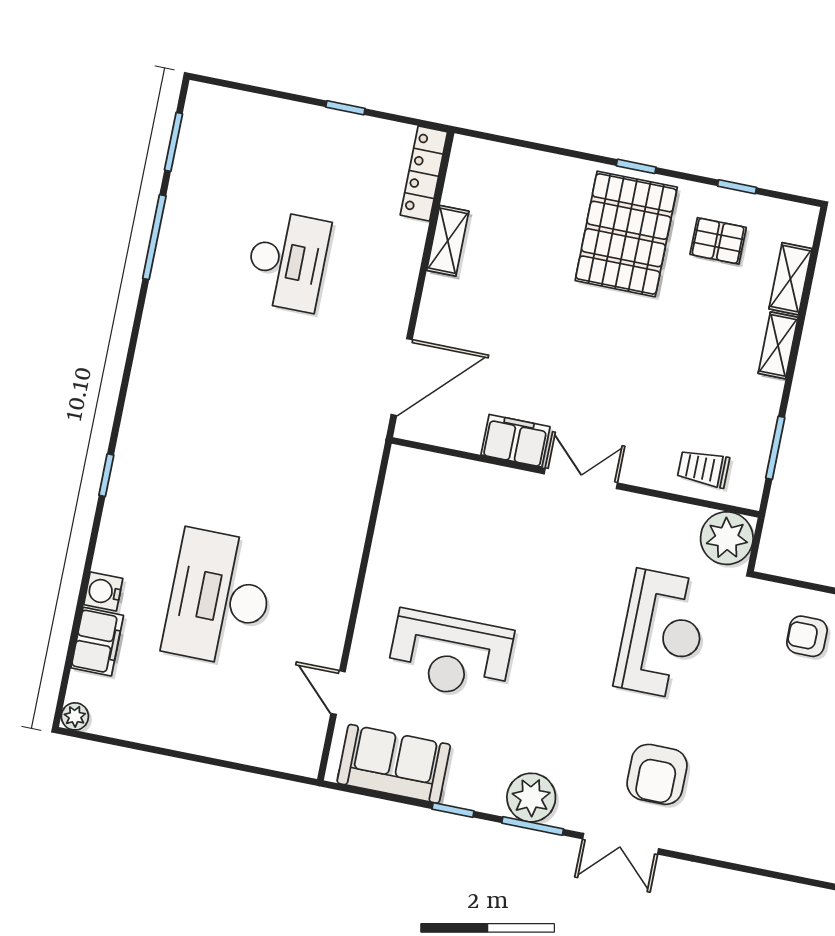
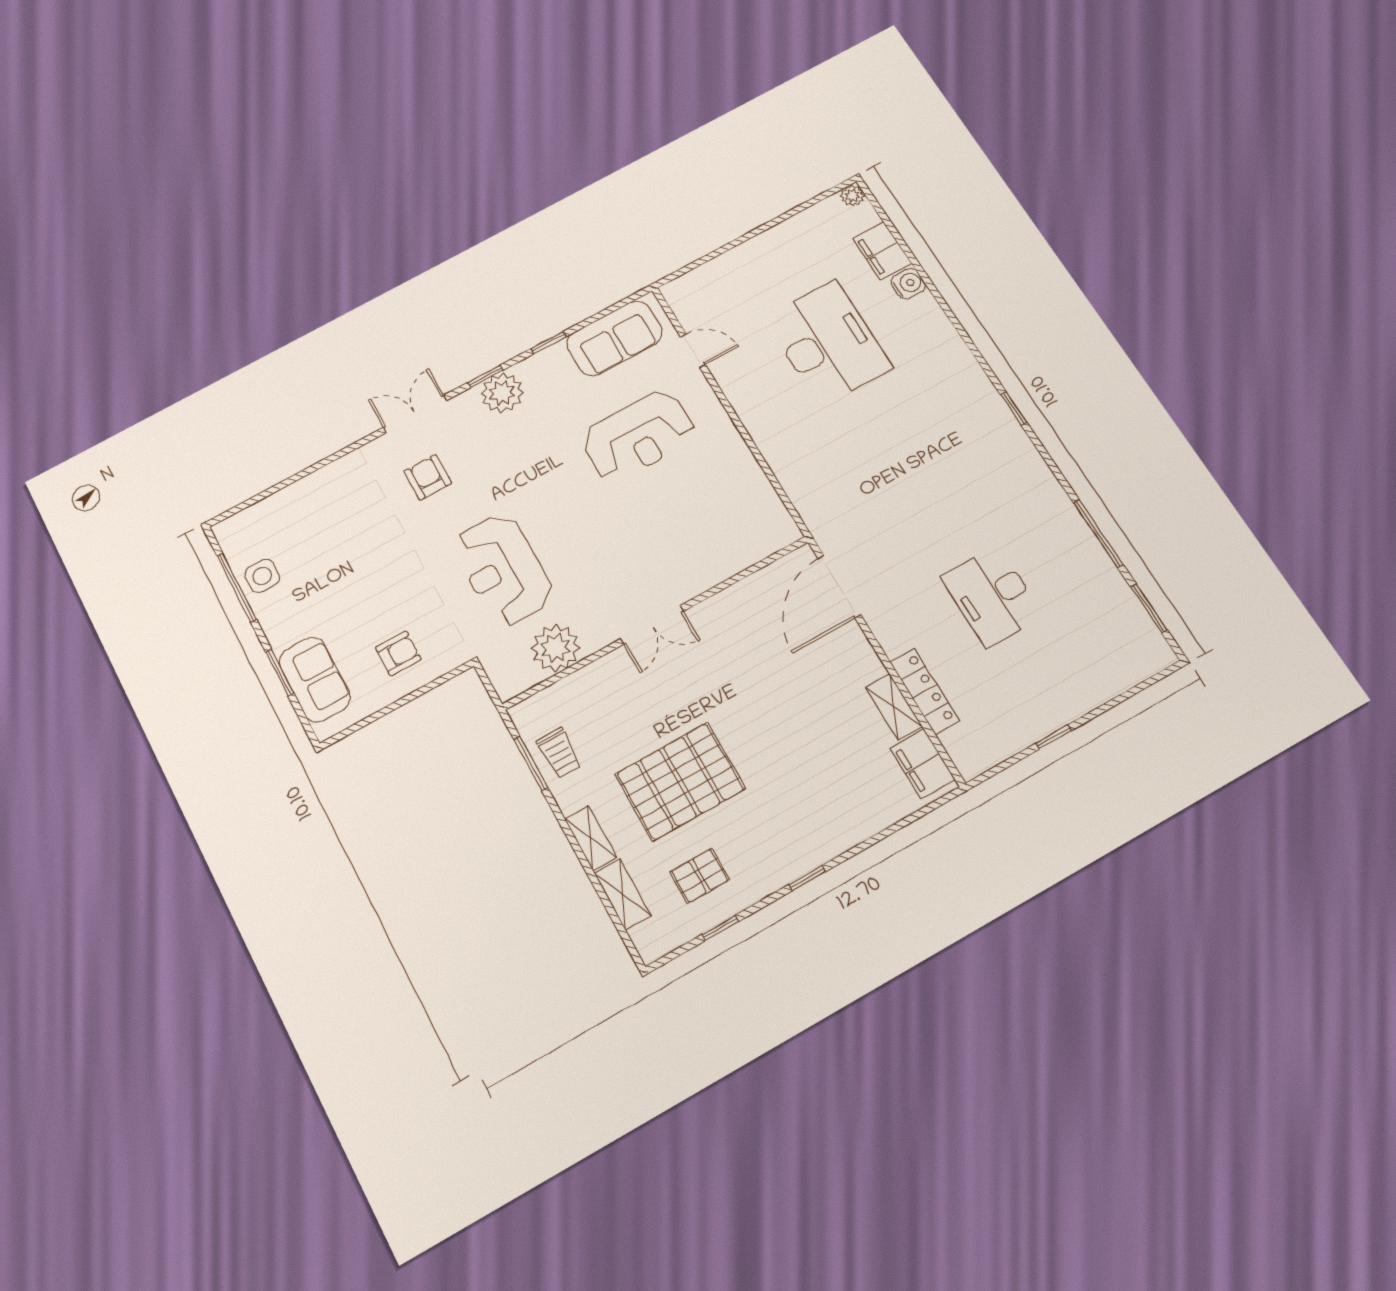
locker: (424, 173) -> (925, 691), moved
pallet: (626, 234) -> (680, 781), moved, turned 90
filing cabinet: (515, 441) -> (923, 764), moved, turned 90
trolley: (703, 468) -> (559, 753), moved, turned 90
window: (106, 475) -> (1014, 408), moved
plant: (727, 538) -> (556, 648), moved
reception desk: (450, 655) -> (638, 436), turned 180
armchair: (657, 774) -> (428, 477), width x0.72, depth x0.72
window: (533, 826) -> (485, 376), width x0.67

